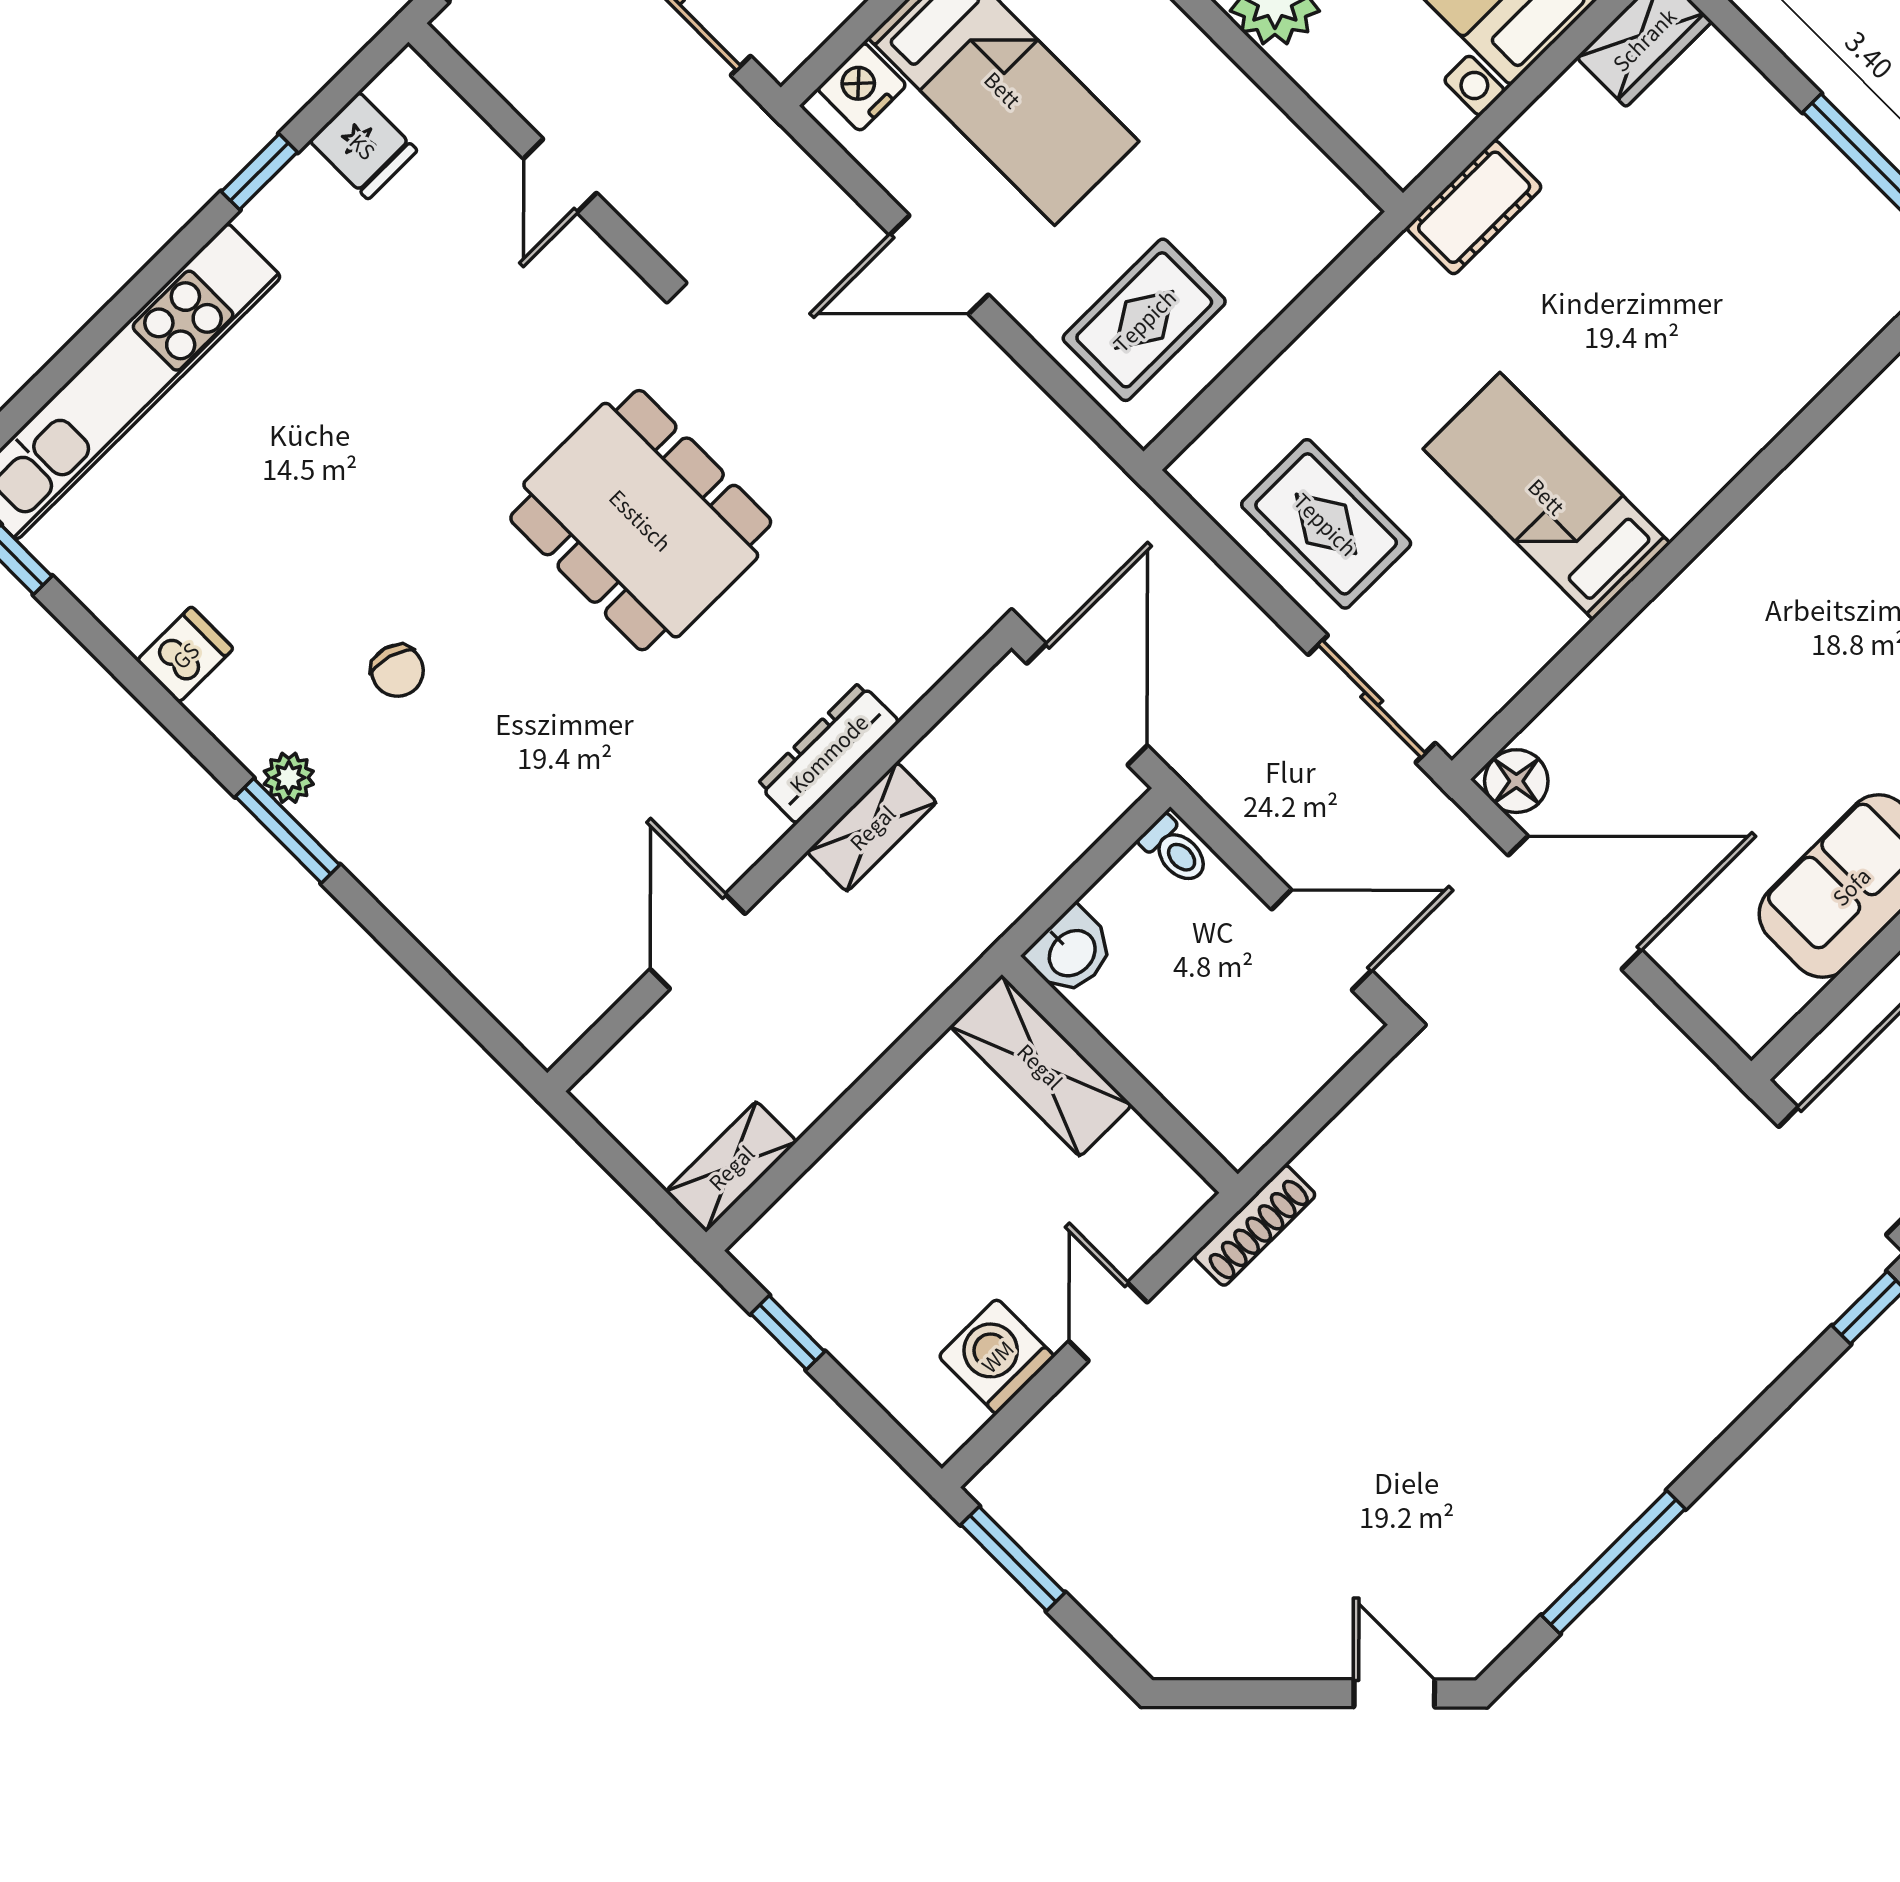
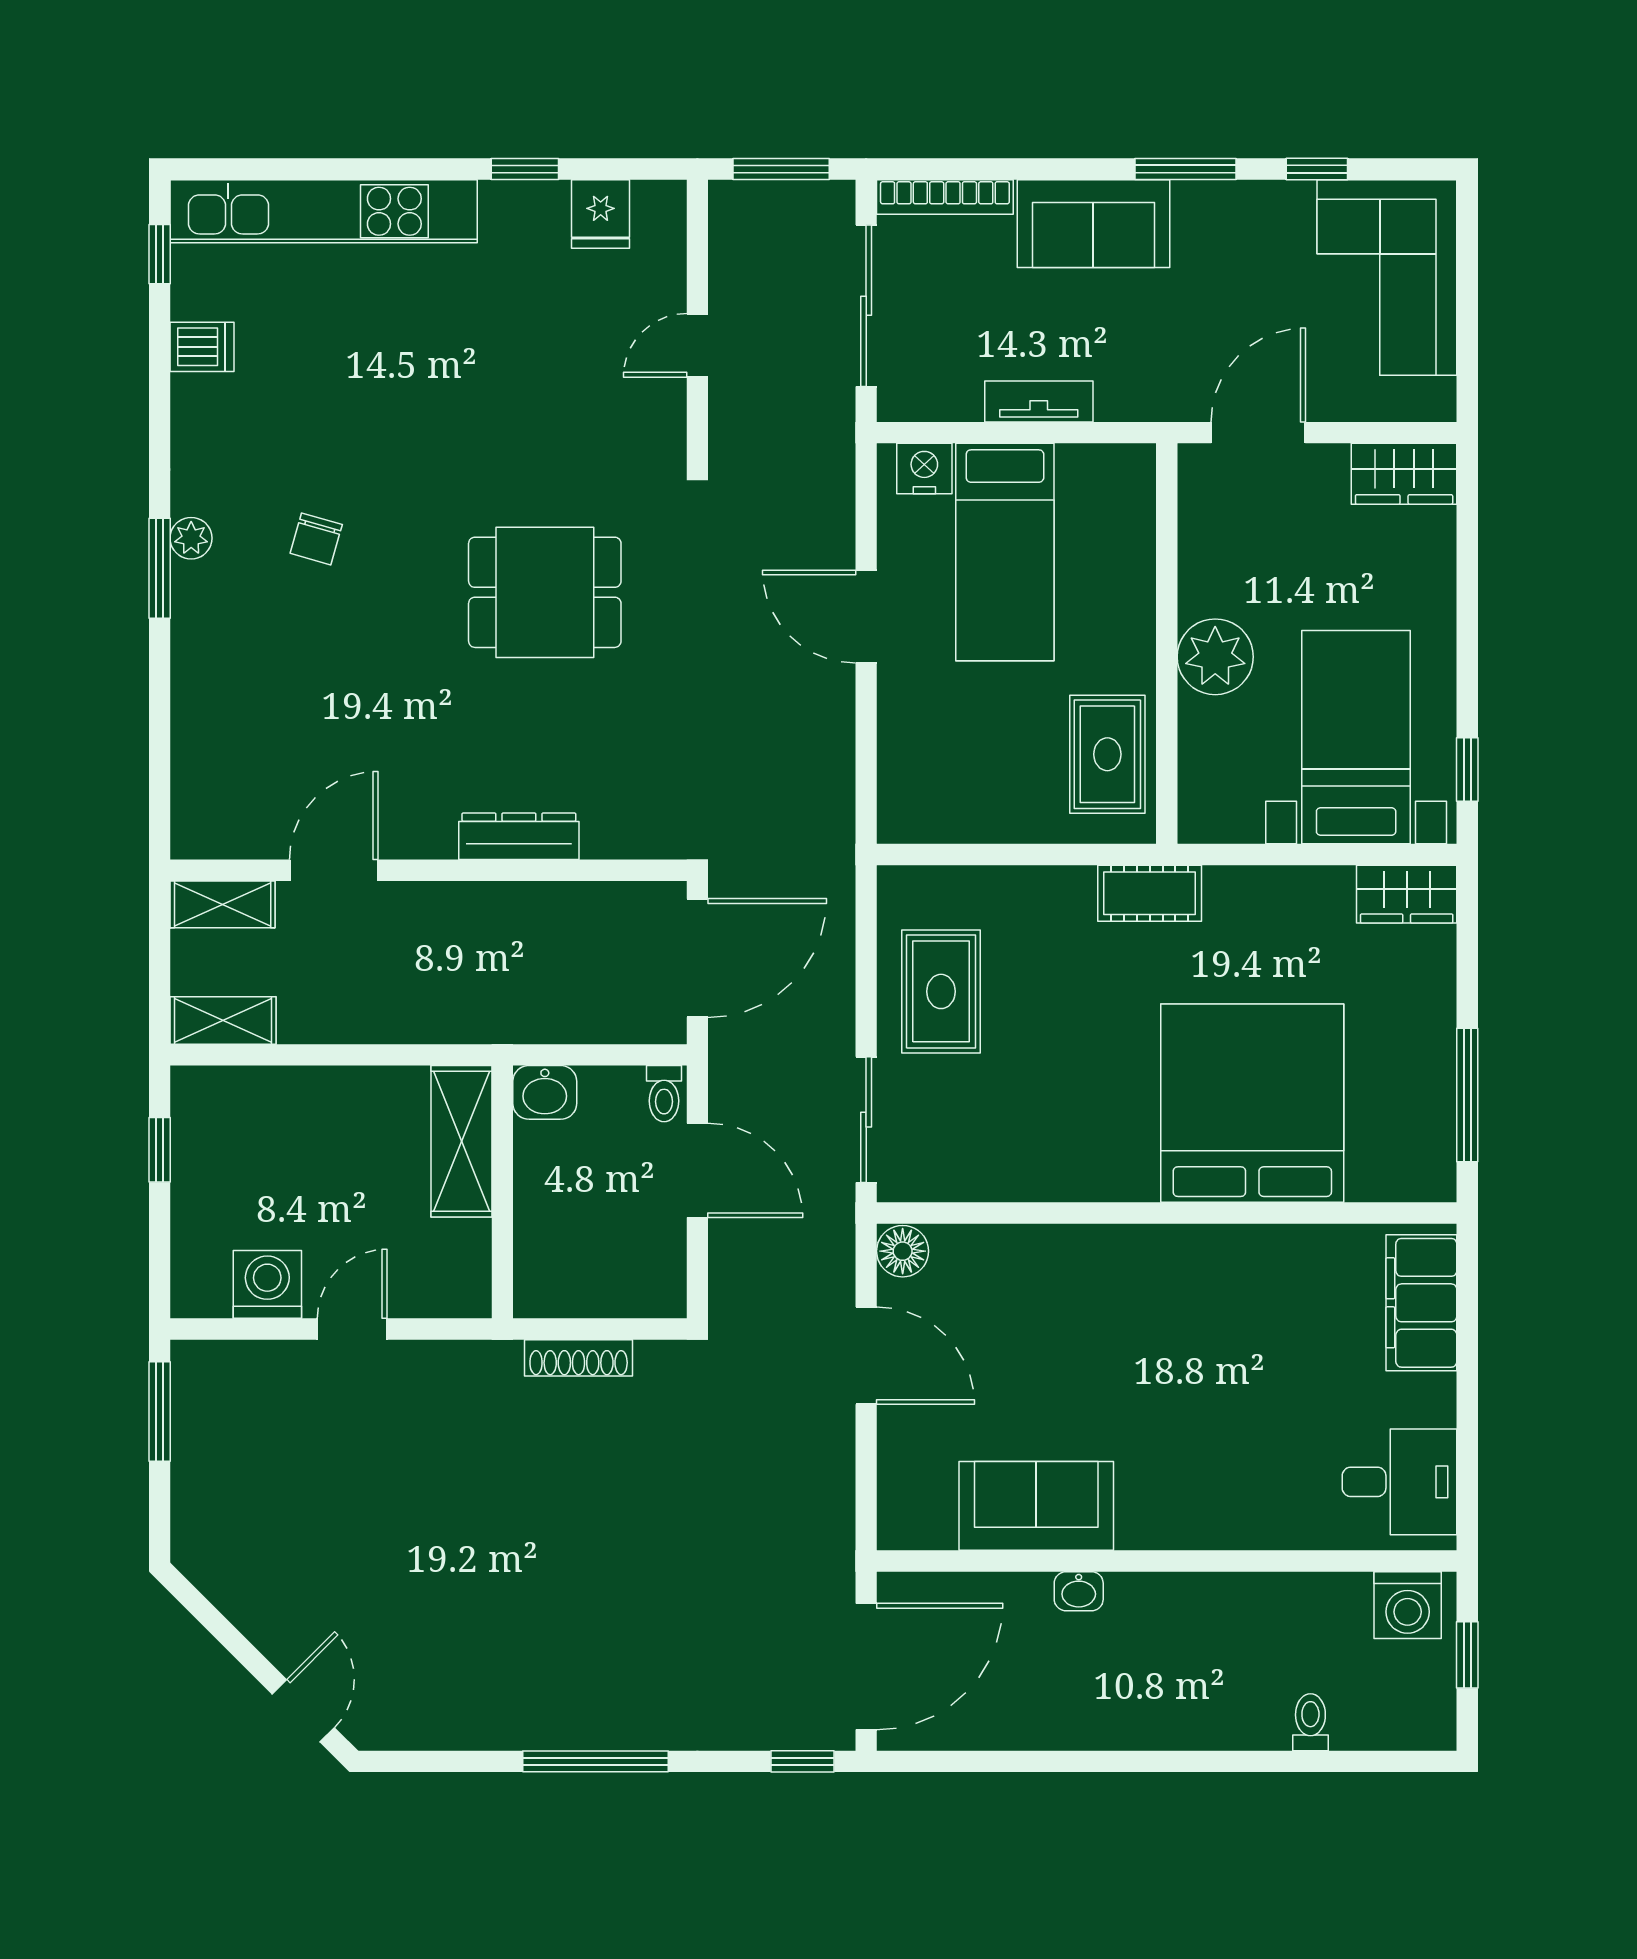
cot: (1474, 207) -> (1150, 893), moved
rug: (1144, 320) -> (1107, 754), moved, turned 90
bed: (1547, 496) -> (1252, 1103), moved, width x2.04
dining table: (641, 520) -> (545, 592), width x0.73
dishwasher: (185, 655) -> (202, 347), moved
shelving: (872, 827) -> (223, 904), moved
door: (1575, 903) -> (866, 1356), width x0.73
door: (1322, 940) -> (697, 1170), moved
shoe rack: (1255, 1225) -> (579, 1358), moved
window: (1613, 1562) -> (595, 1761), moved

